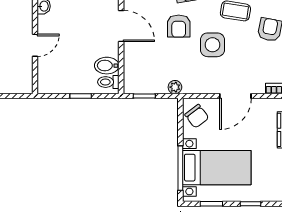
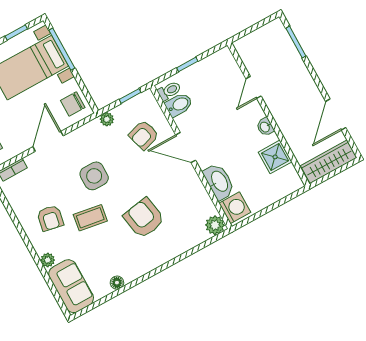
armchair: (179, 26) -> (144, 135), moved, turned -107
chair: (197, 116) -> (73, 104), turned -53

